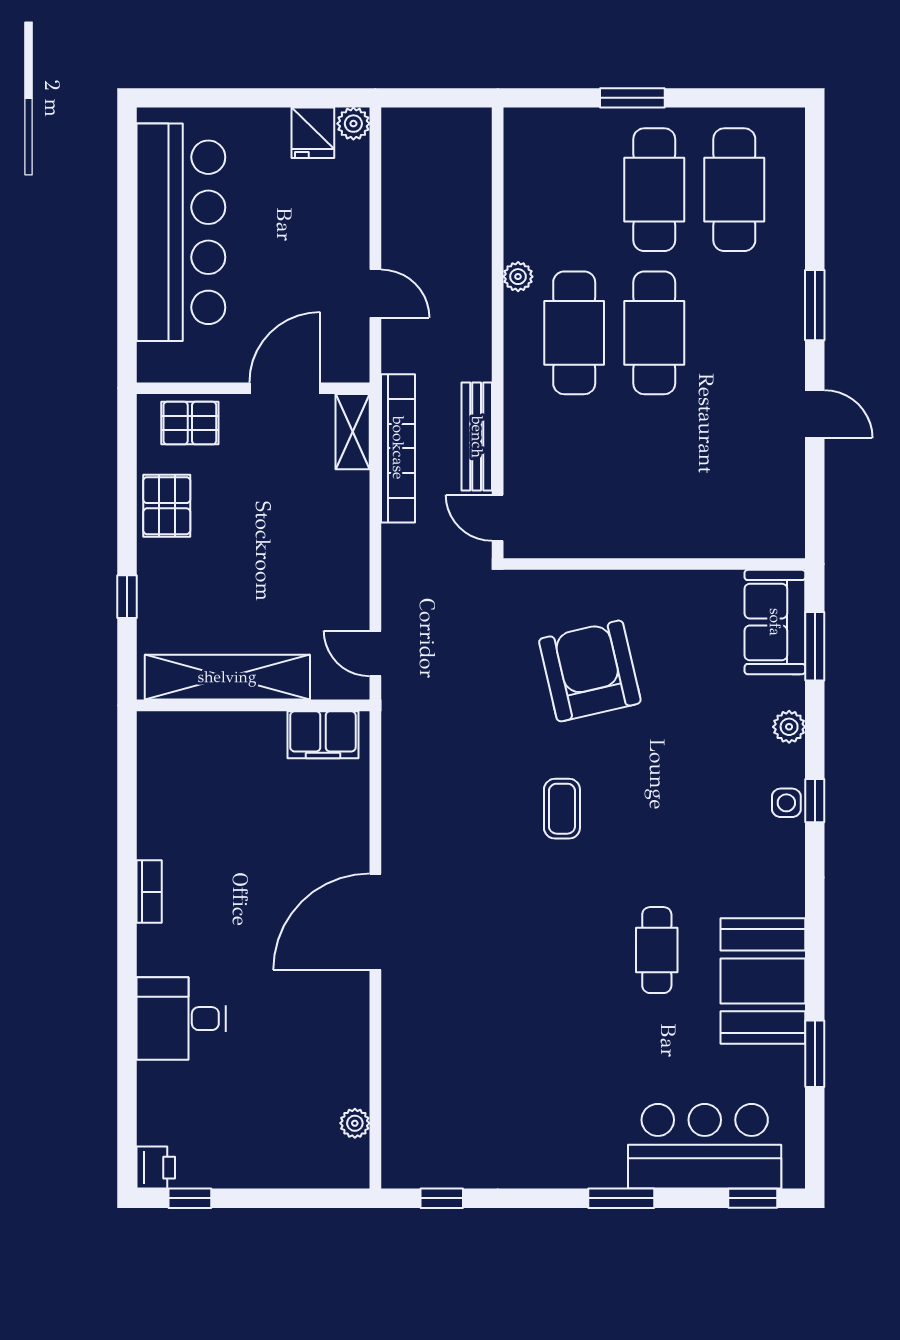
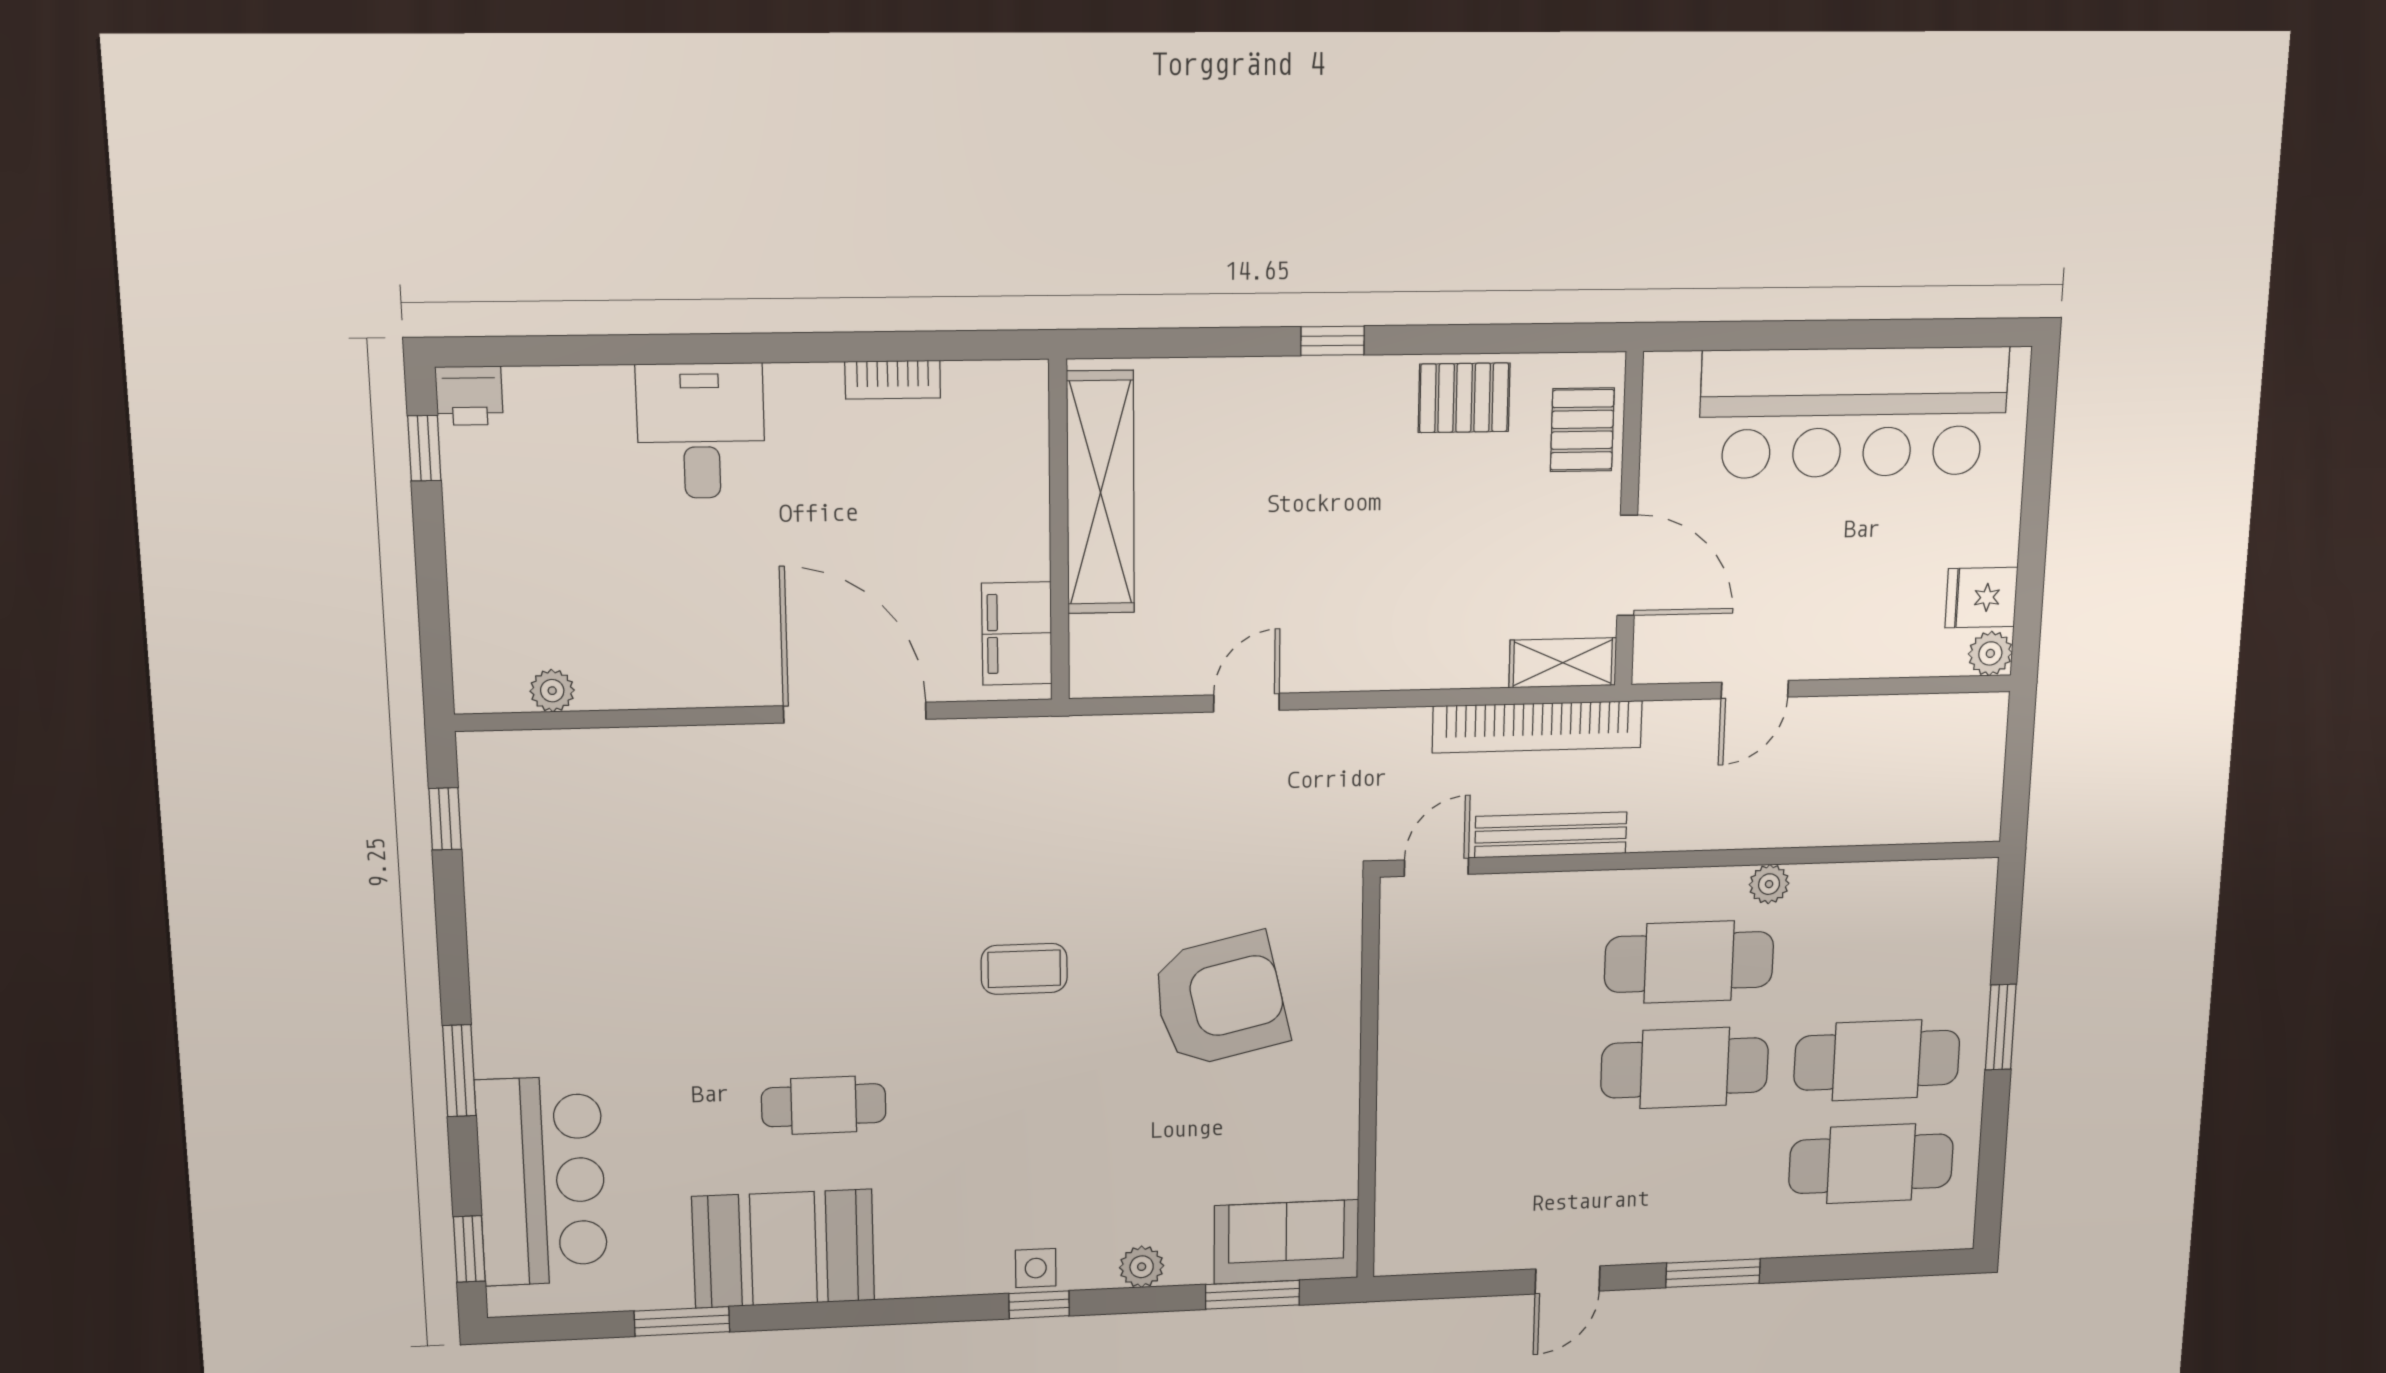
shelving: (227, 677) -> (1101, 493), moved
wall: (253, 705) -> (1059, 531), moved
filing cabinet: (323, 735) -> (1017, 634), moved

